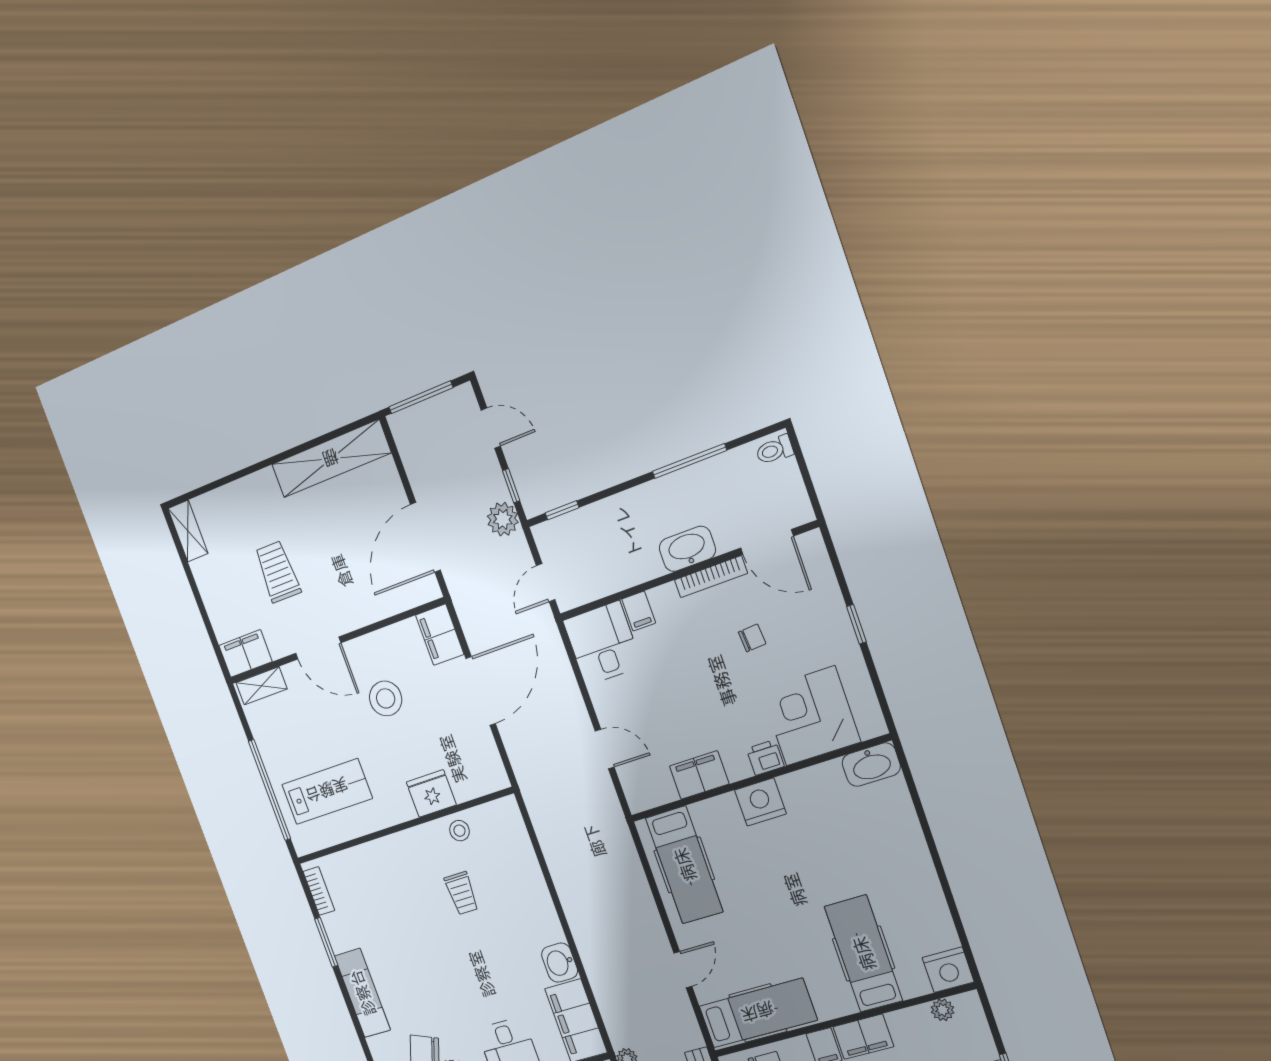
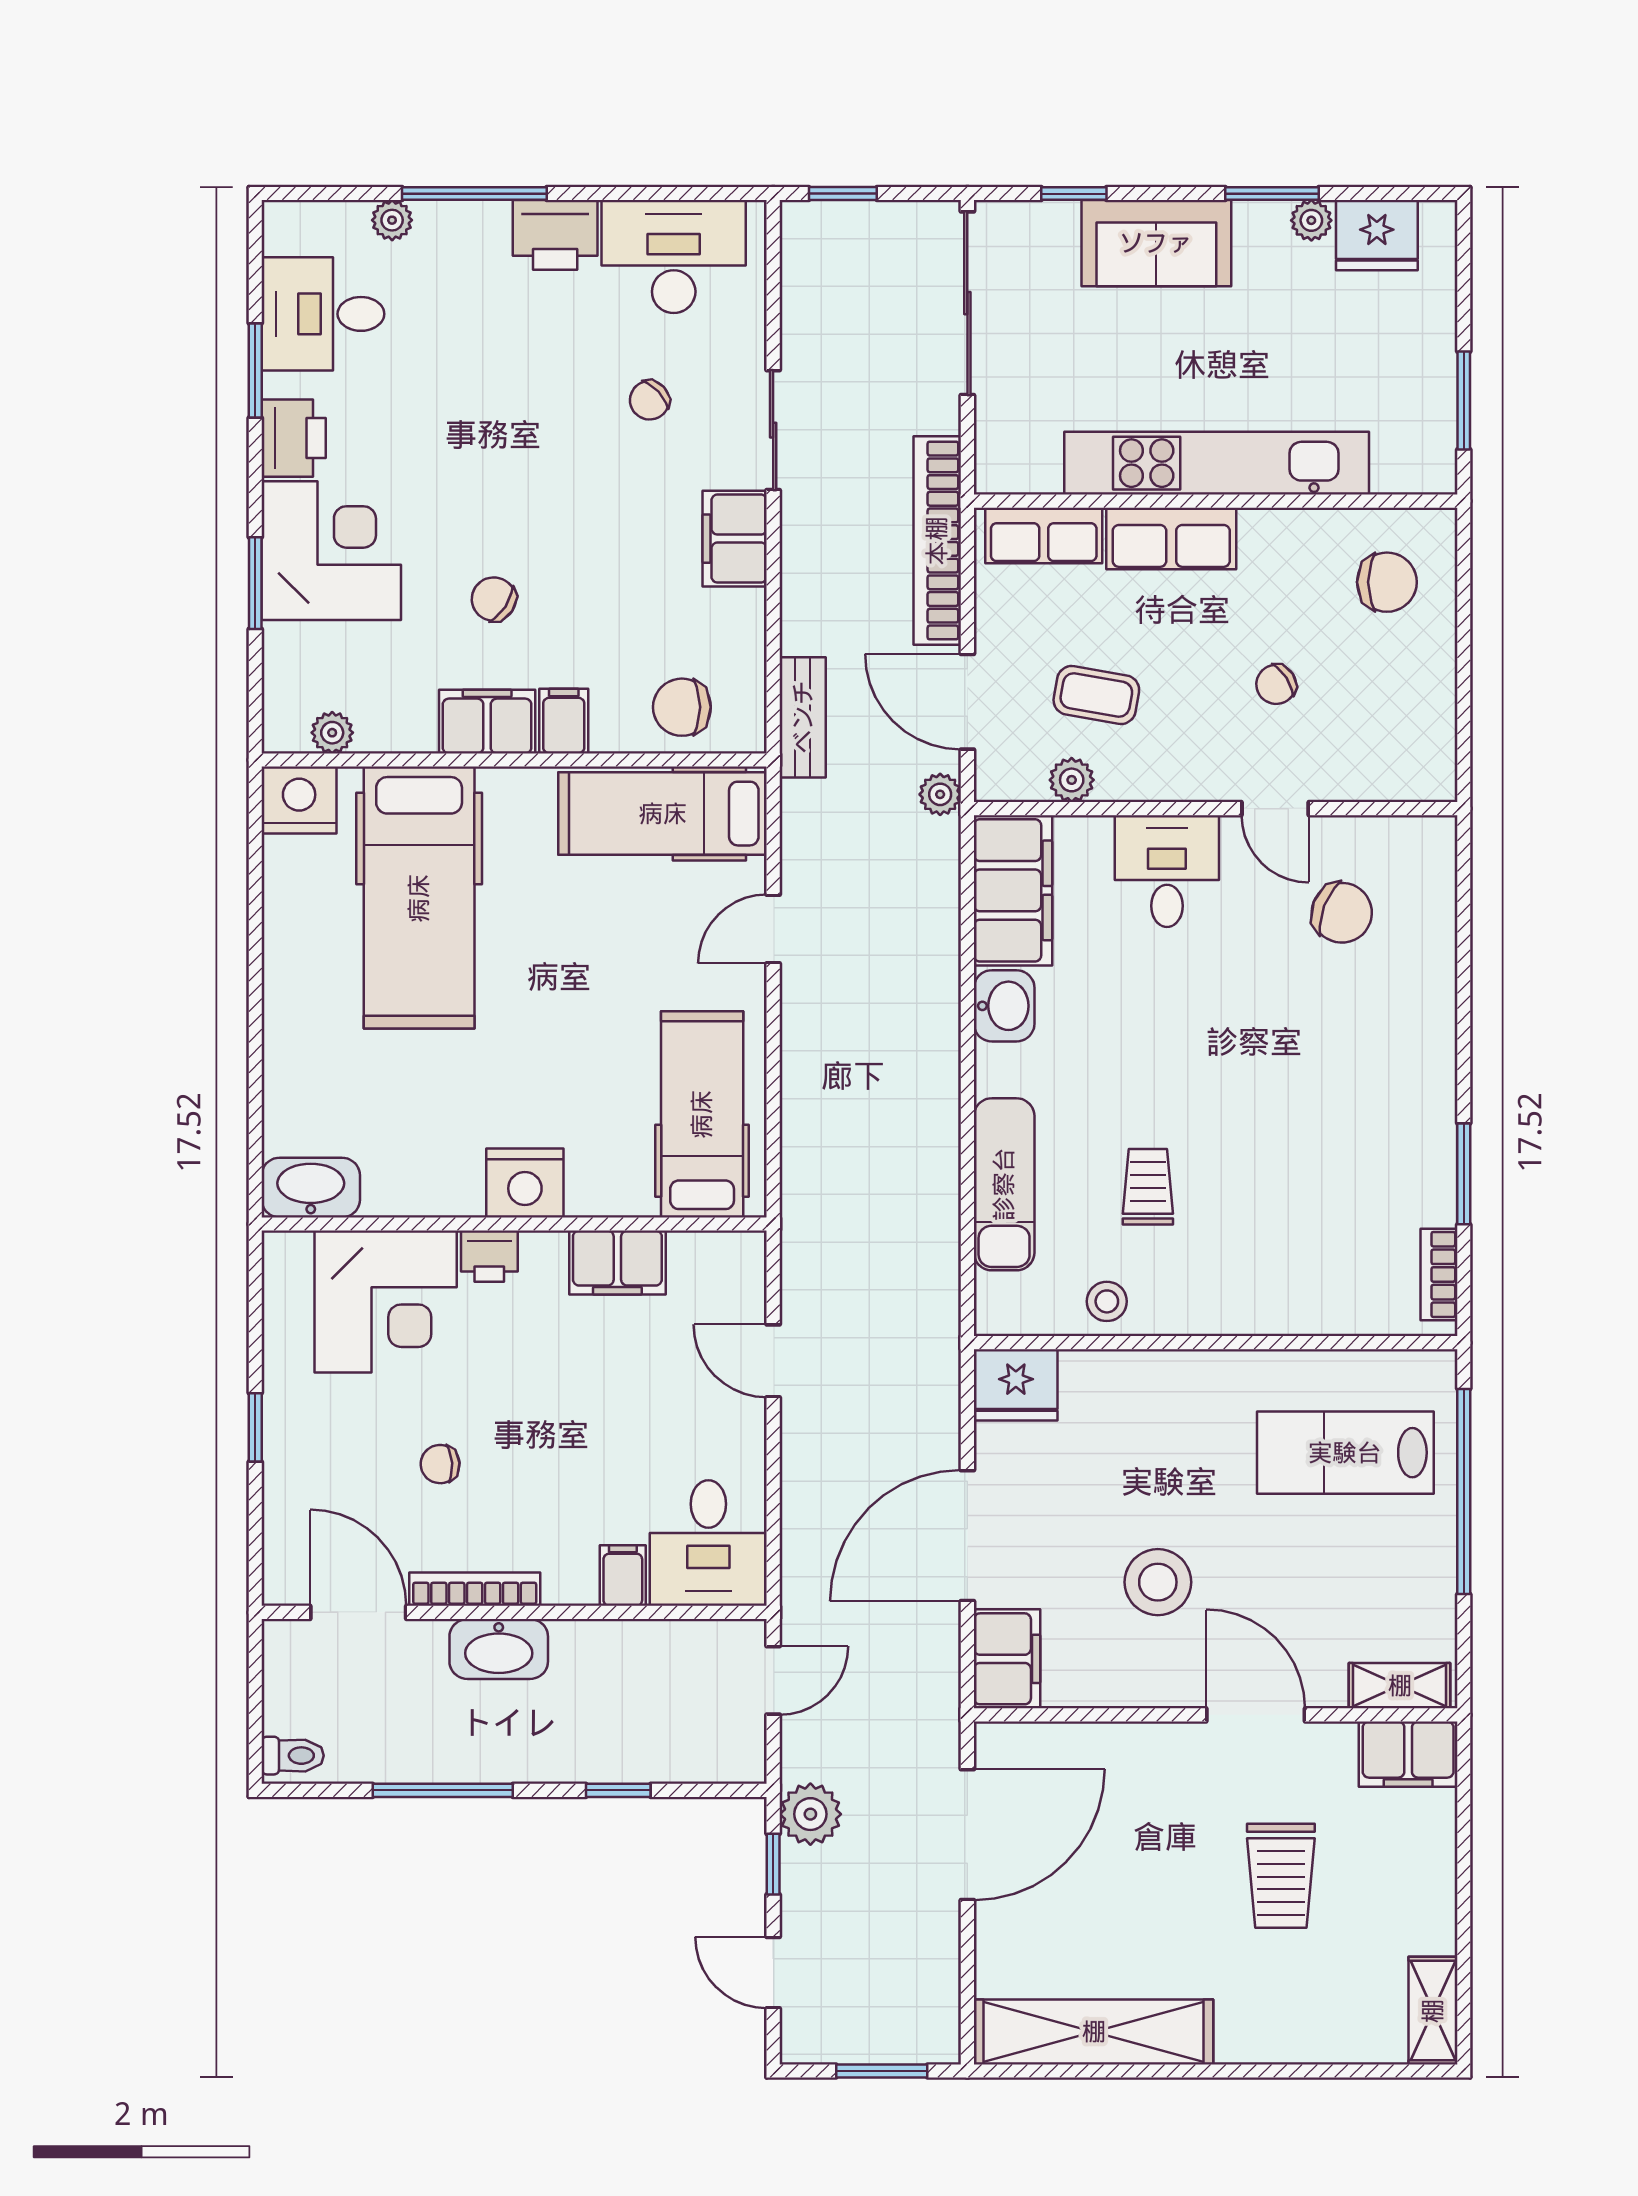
window: (421, 397) -> (882, 2071), width x0.69
window: (562, 510) -> (618, 1790), moved
fridge: (431, 793) -> (1016, 1385), moved
hospital bed: (863, 954) -> (419, 898), width x1.37, depth x1.29
exam couch: (362, 993) -> (1004, 1184), moved, turned 180

